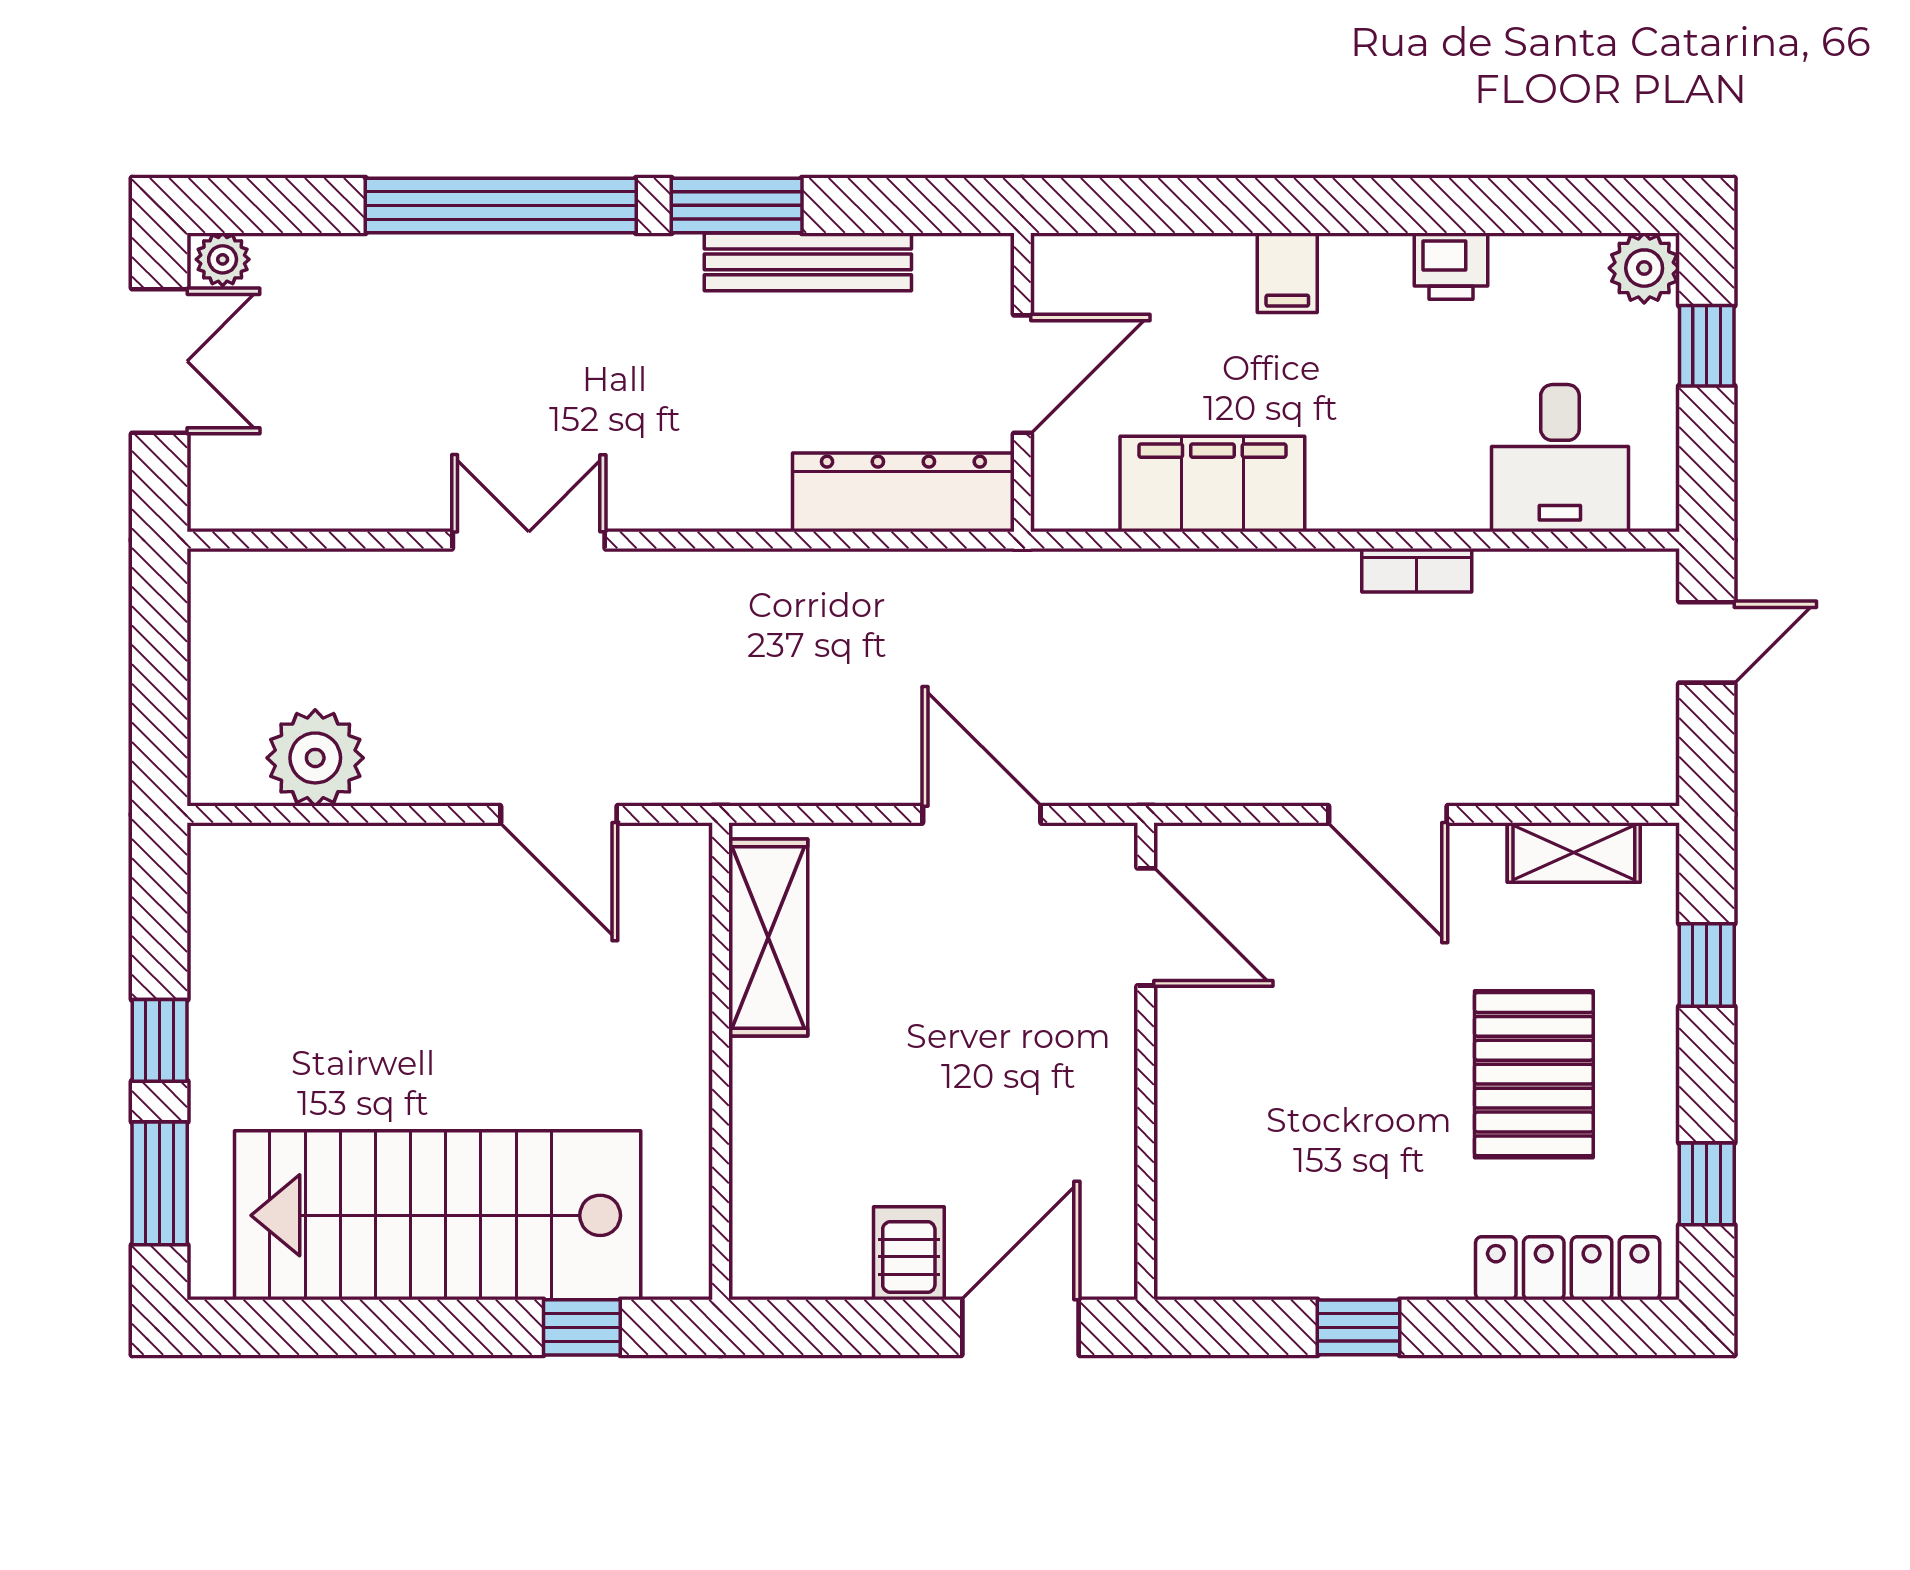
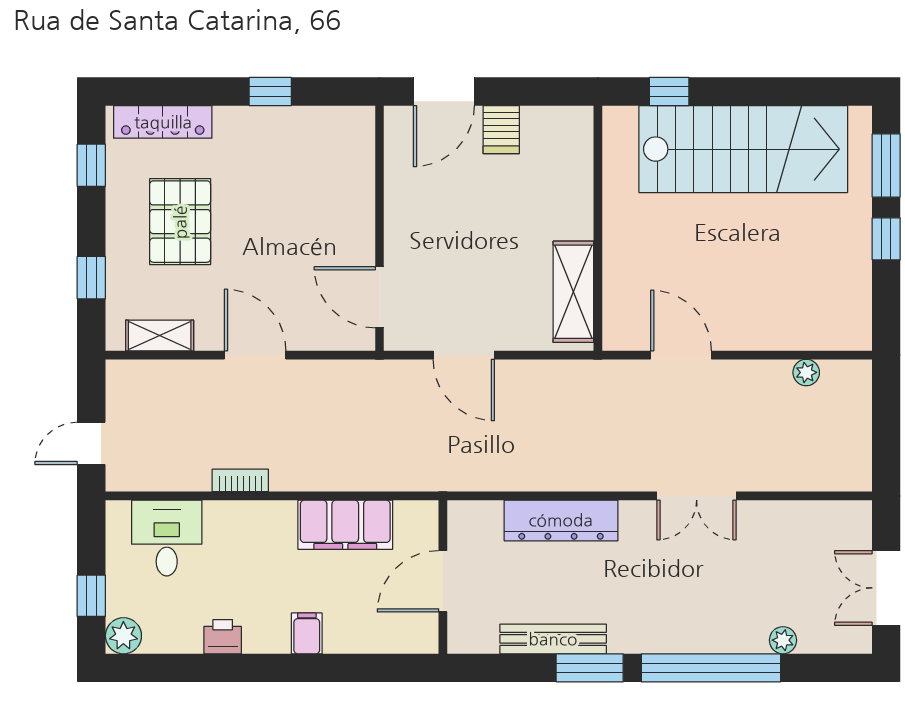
plant: (223, 259) -> (783, 640), moved
dresser: (903, 492) -> (561, 520), moved
plant: (315, 758) -> (806, 372), width x0.53, depth x0.53

